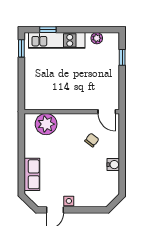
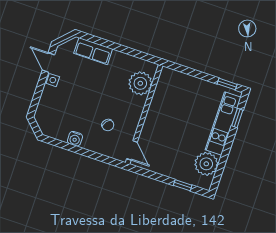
plant: (97, 38) -> (206, 164), width x1.87, depth x1.87
door: (107, 112) -> (132, 150), swing flipped

